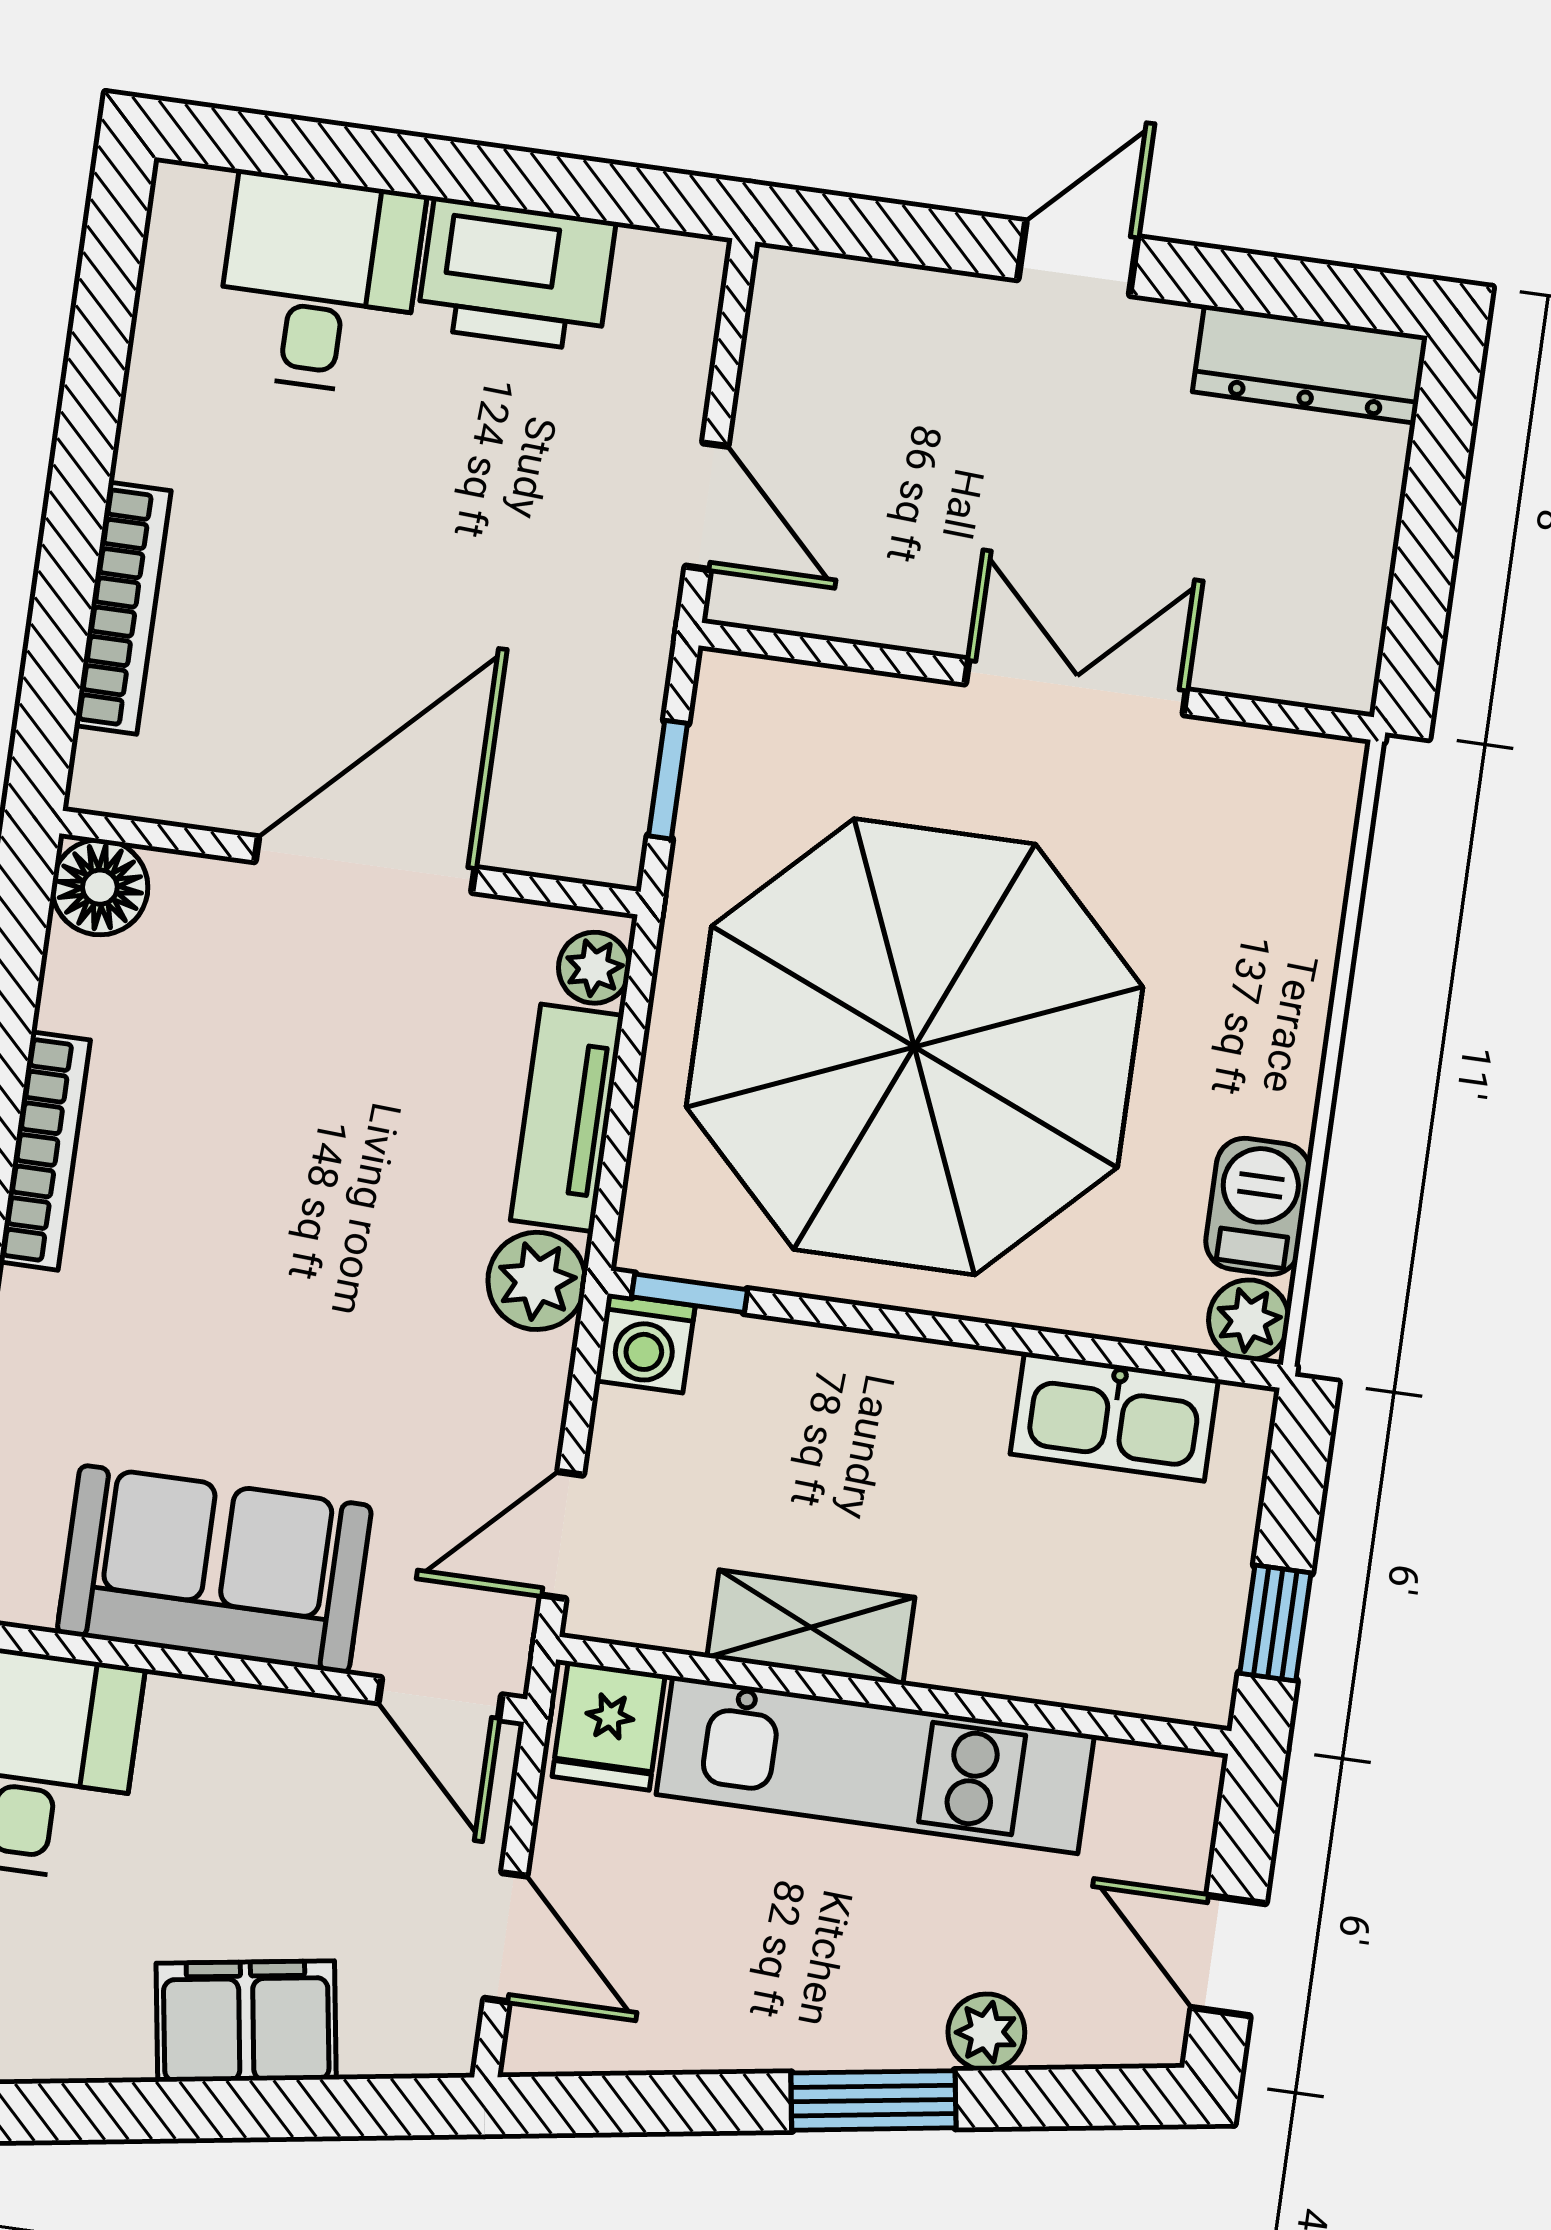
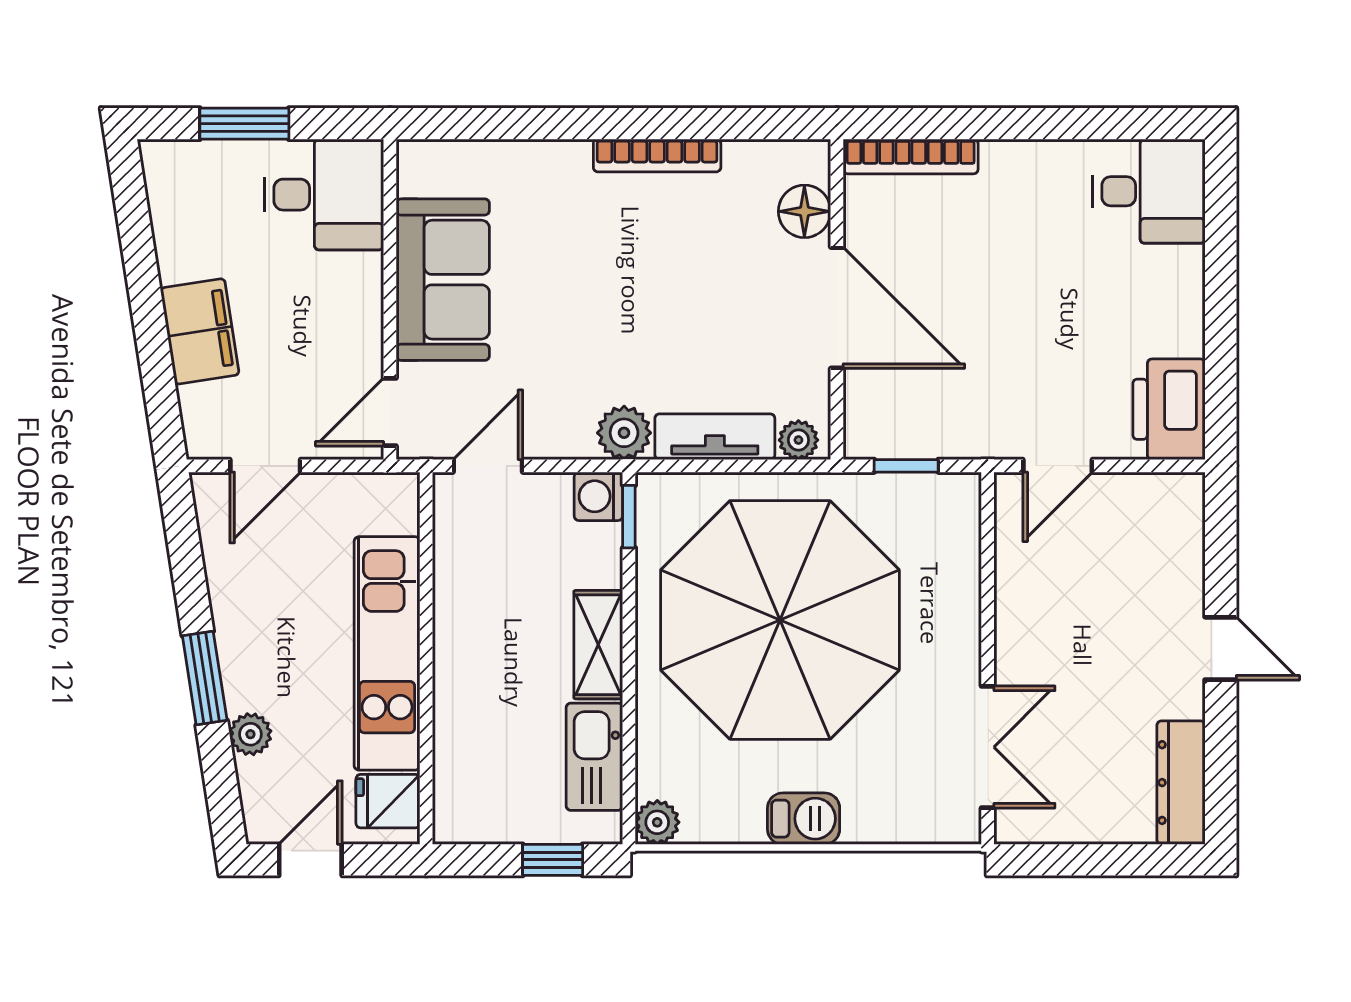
printer: (516, 274) -> (1169, 409), moved
desk: (319, 283) -> (1149, 191), moved
bookcase: (123, 608) -> (911, 157), moved
double door: (1076, 687) -> (988, 747), moved
floor lamp: (100, 887) -> (804, 211), moved
barbecue: (1258, 1206) -> (804, 819), moved
door: (562, 1535) -> (488, 466), hinge flipped
window: (1275, 1623) -> (553, 860), moved
shelving: (811, 1627) -> (598, 645), moved
fridge: (609, 1726) -> (388, 801), moved

